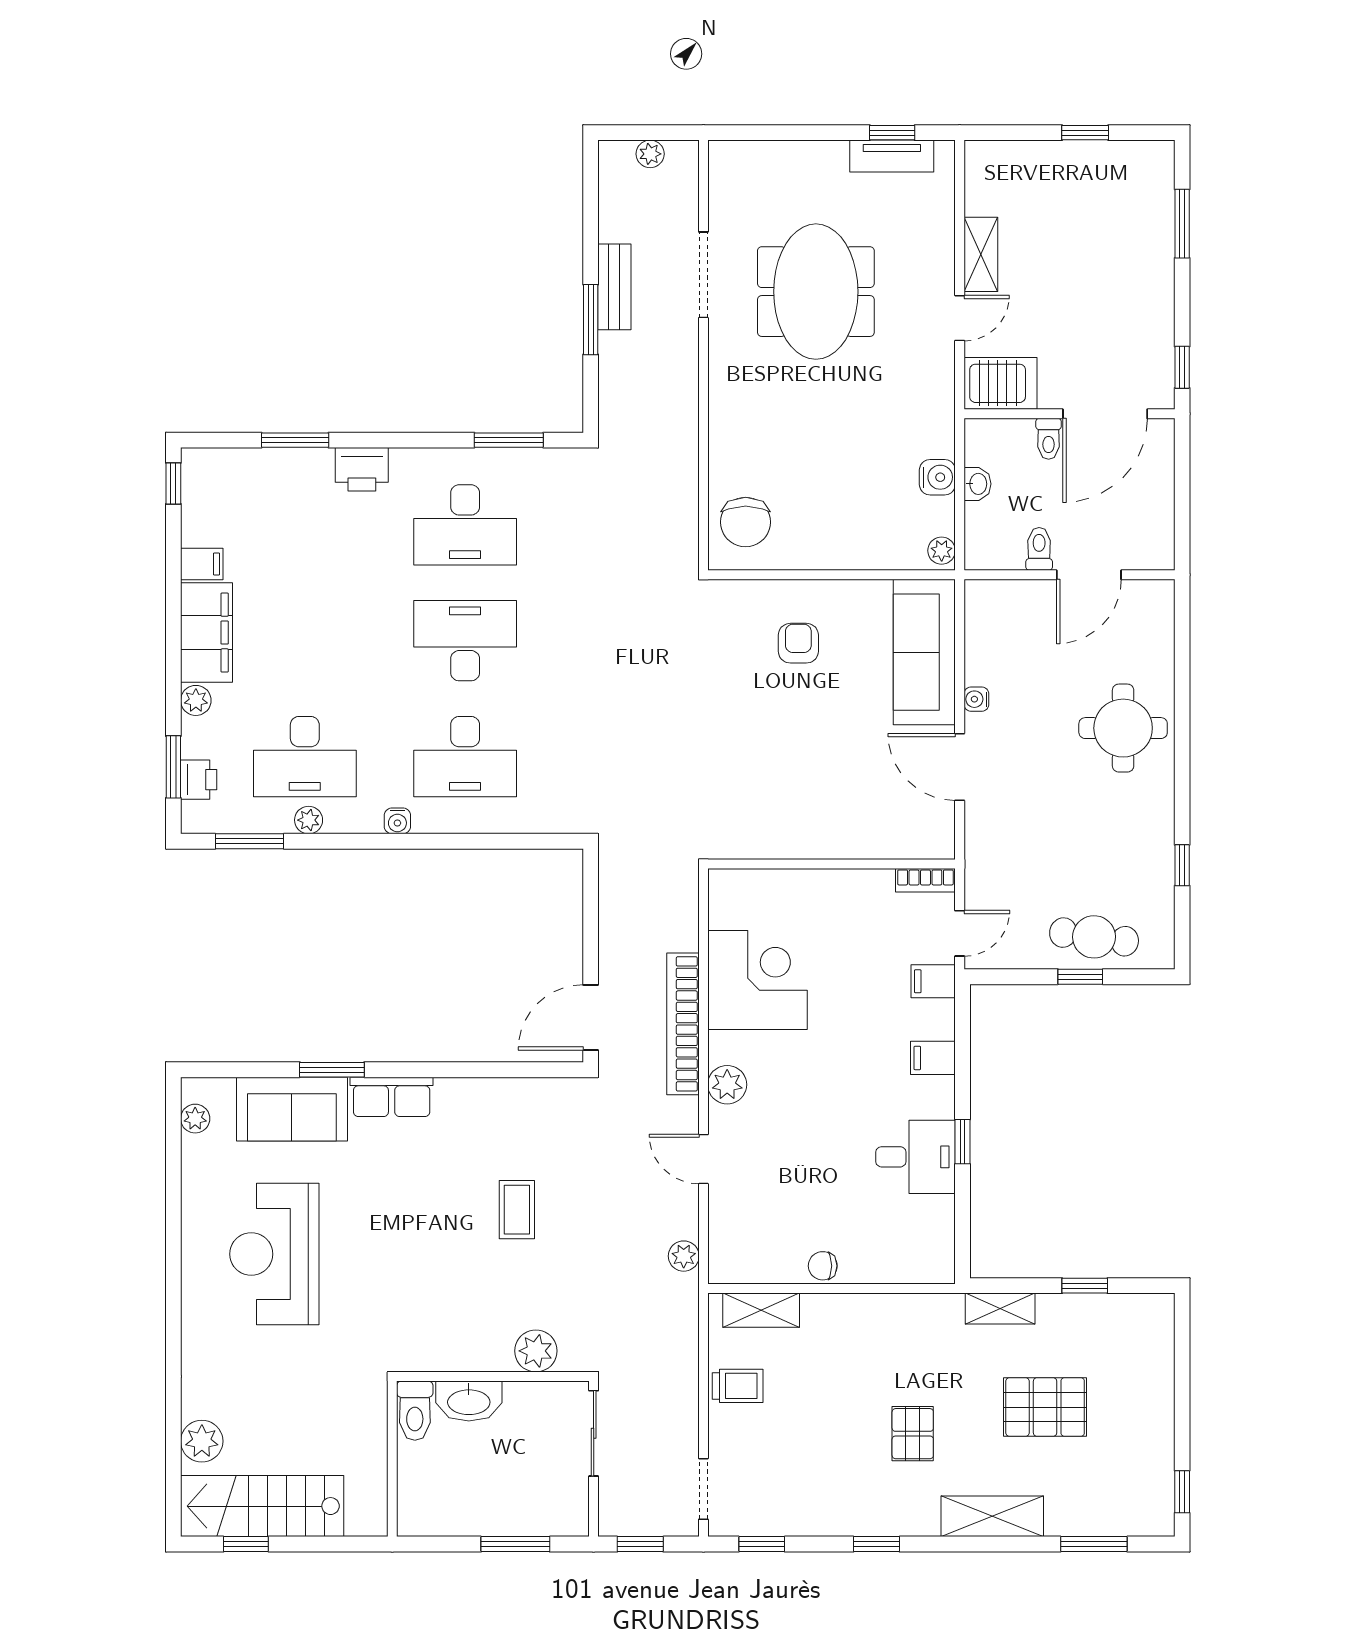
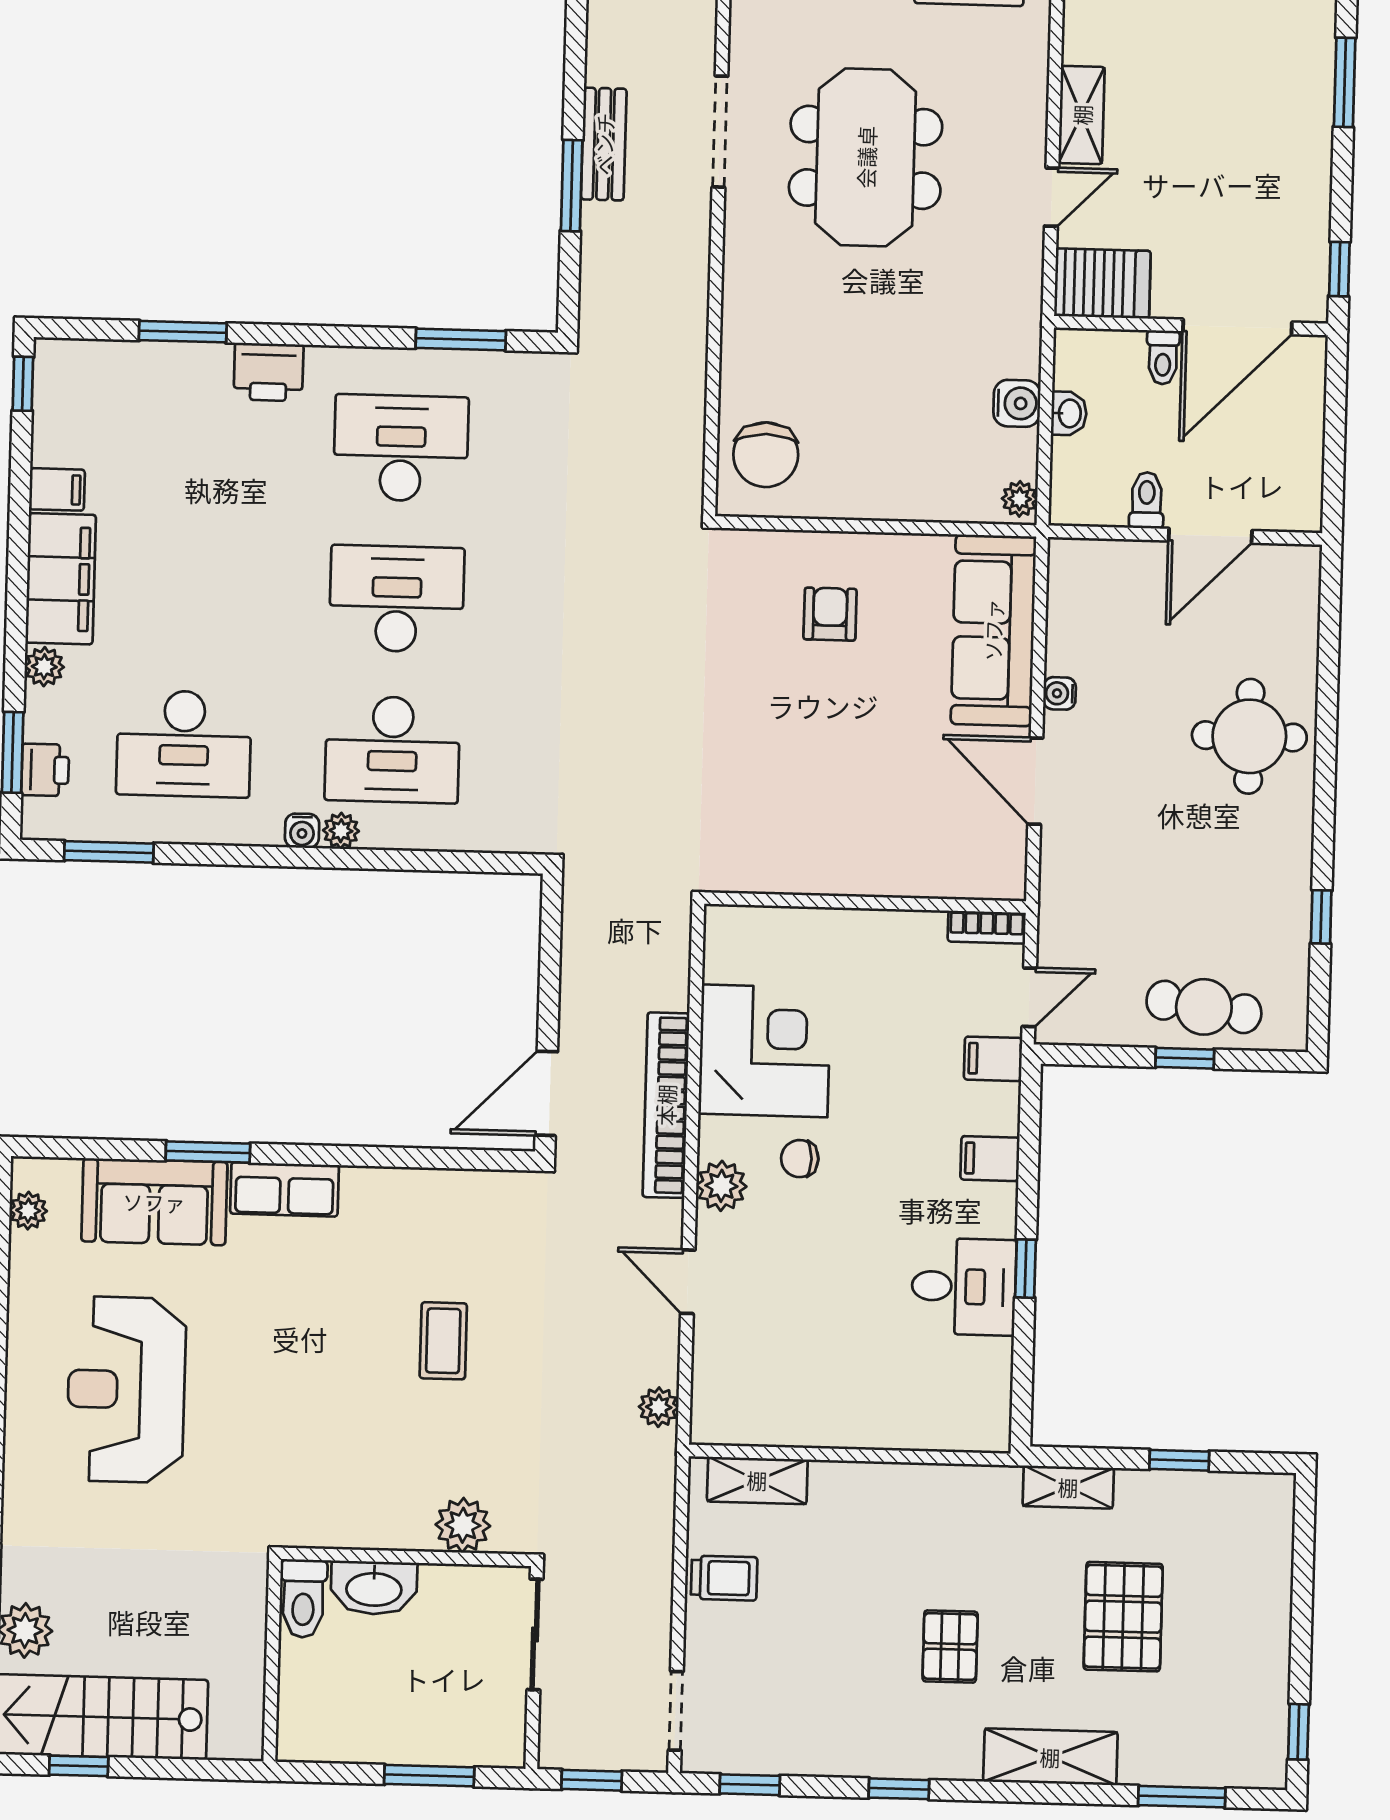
desk: (465, 525) -> (401, 448), turned 180
plant: (309, 820) -> (341, 831), moved
chair: (823, 1266) -> (800, 1159), moved
pallet: (1045, 1407) -> (1123, 1617), turned 90

